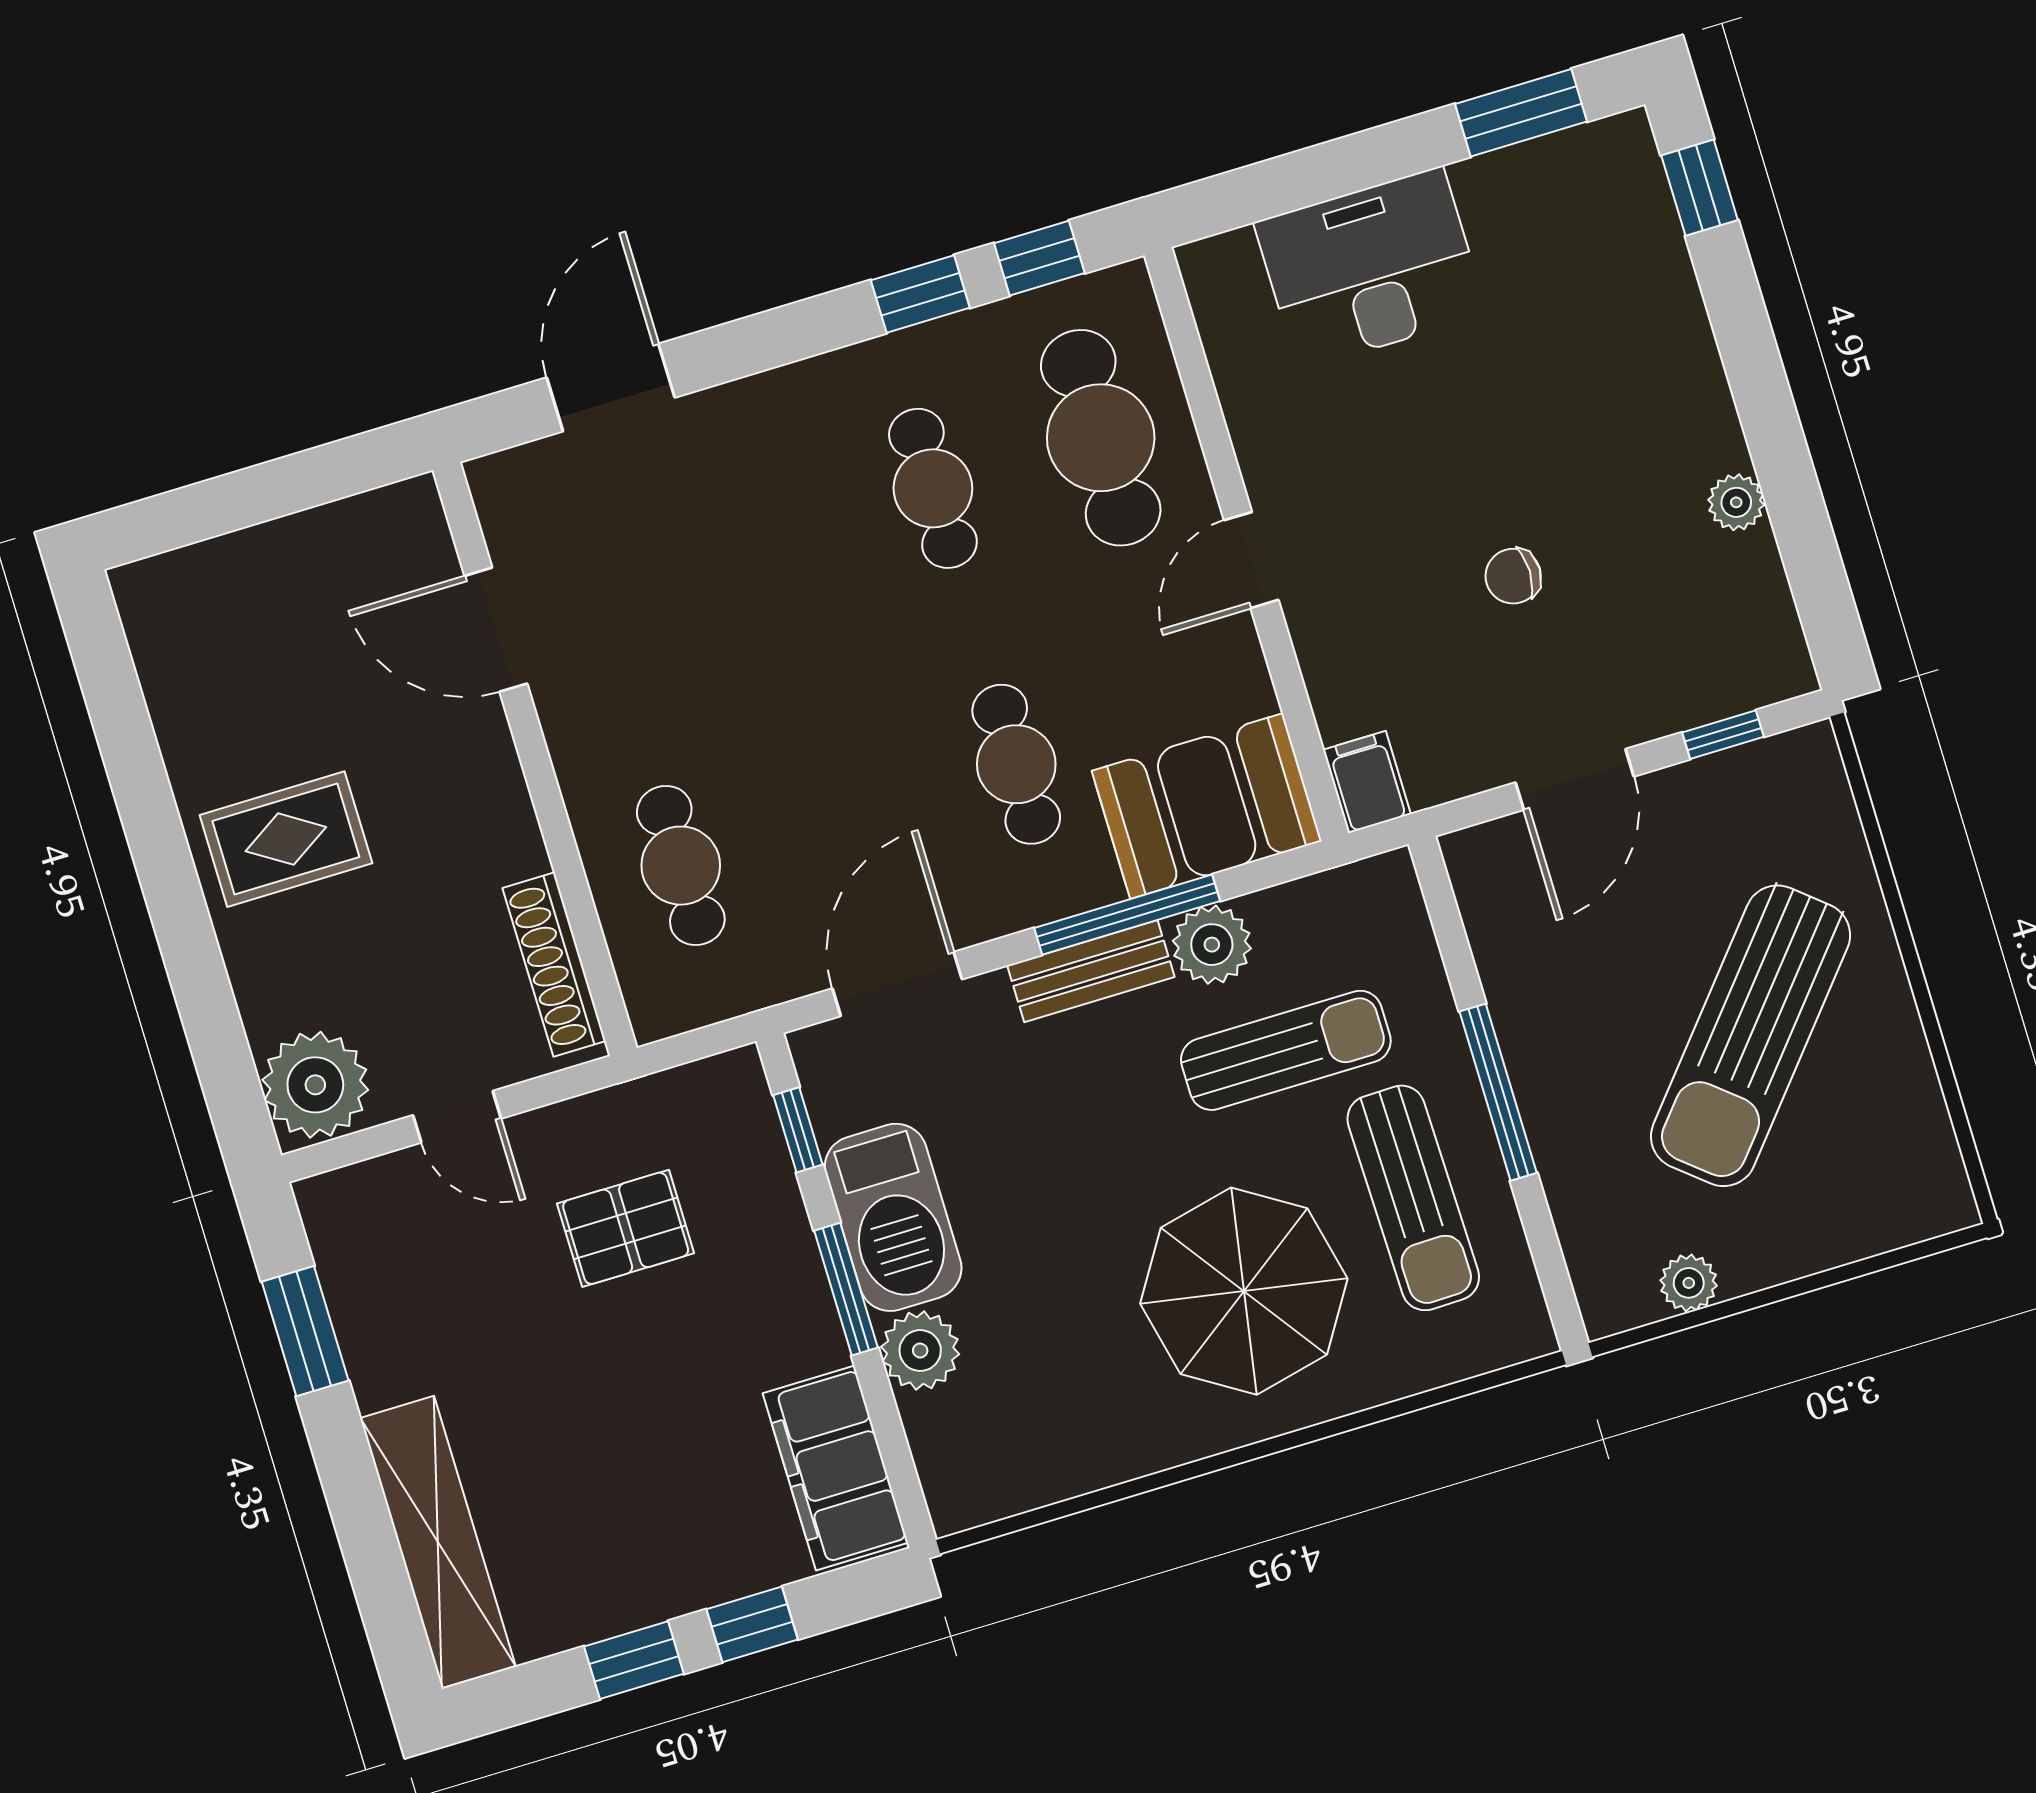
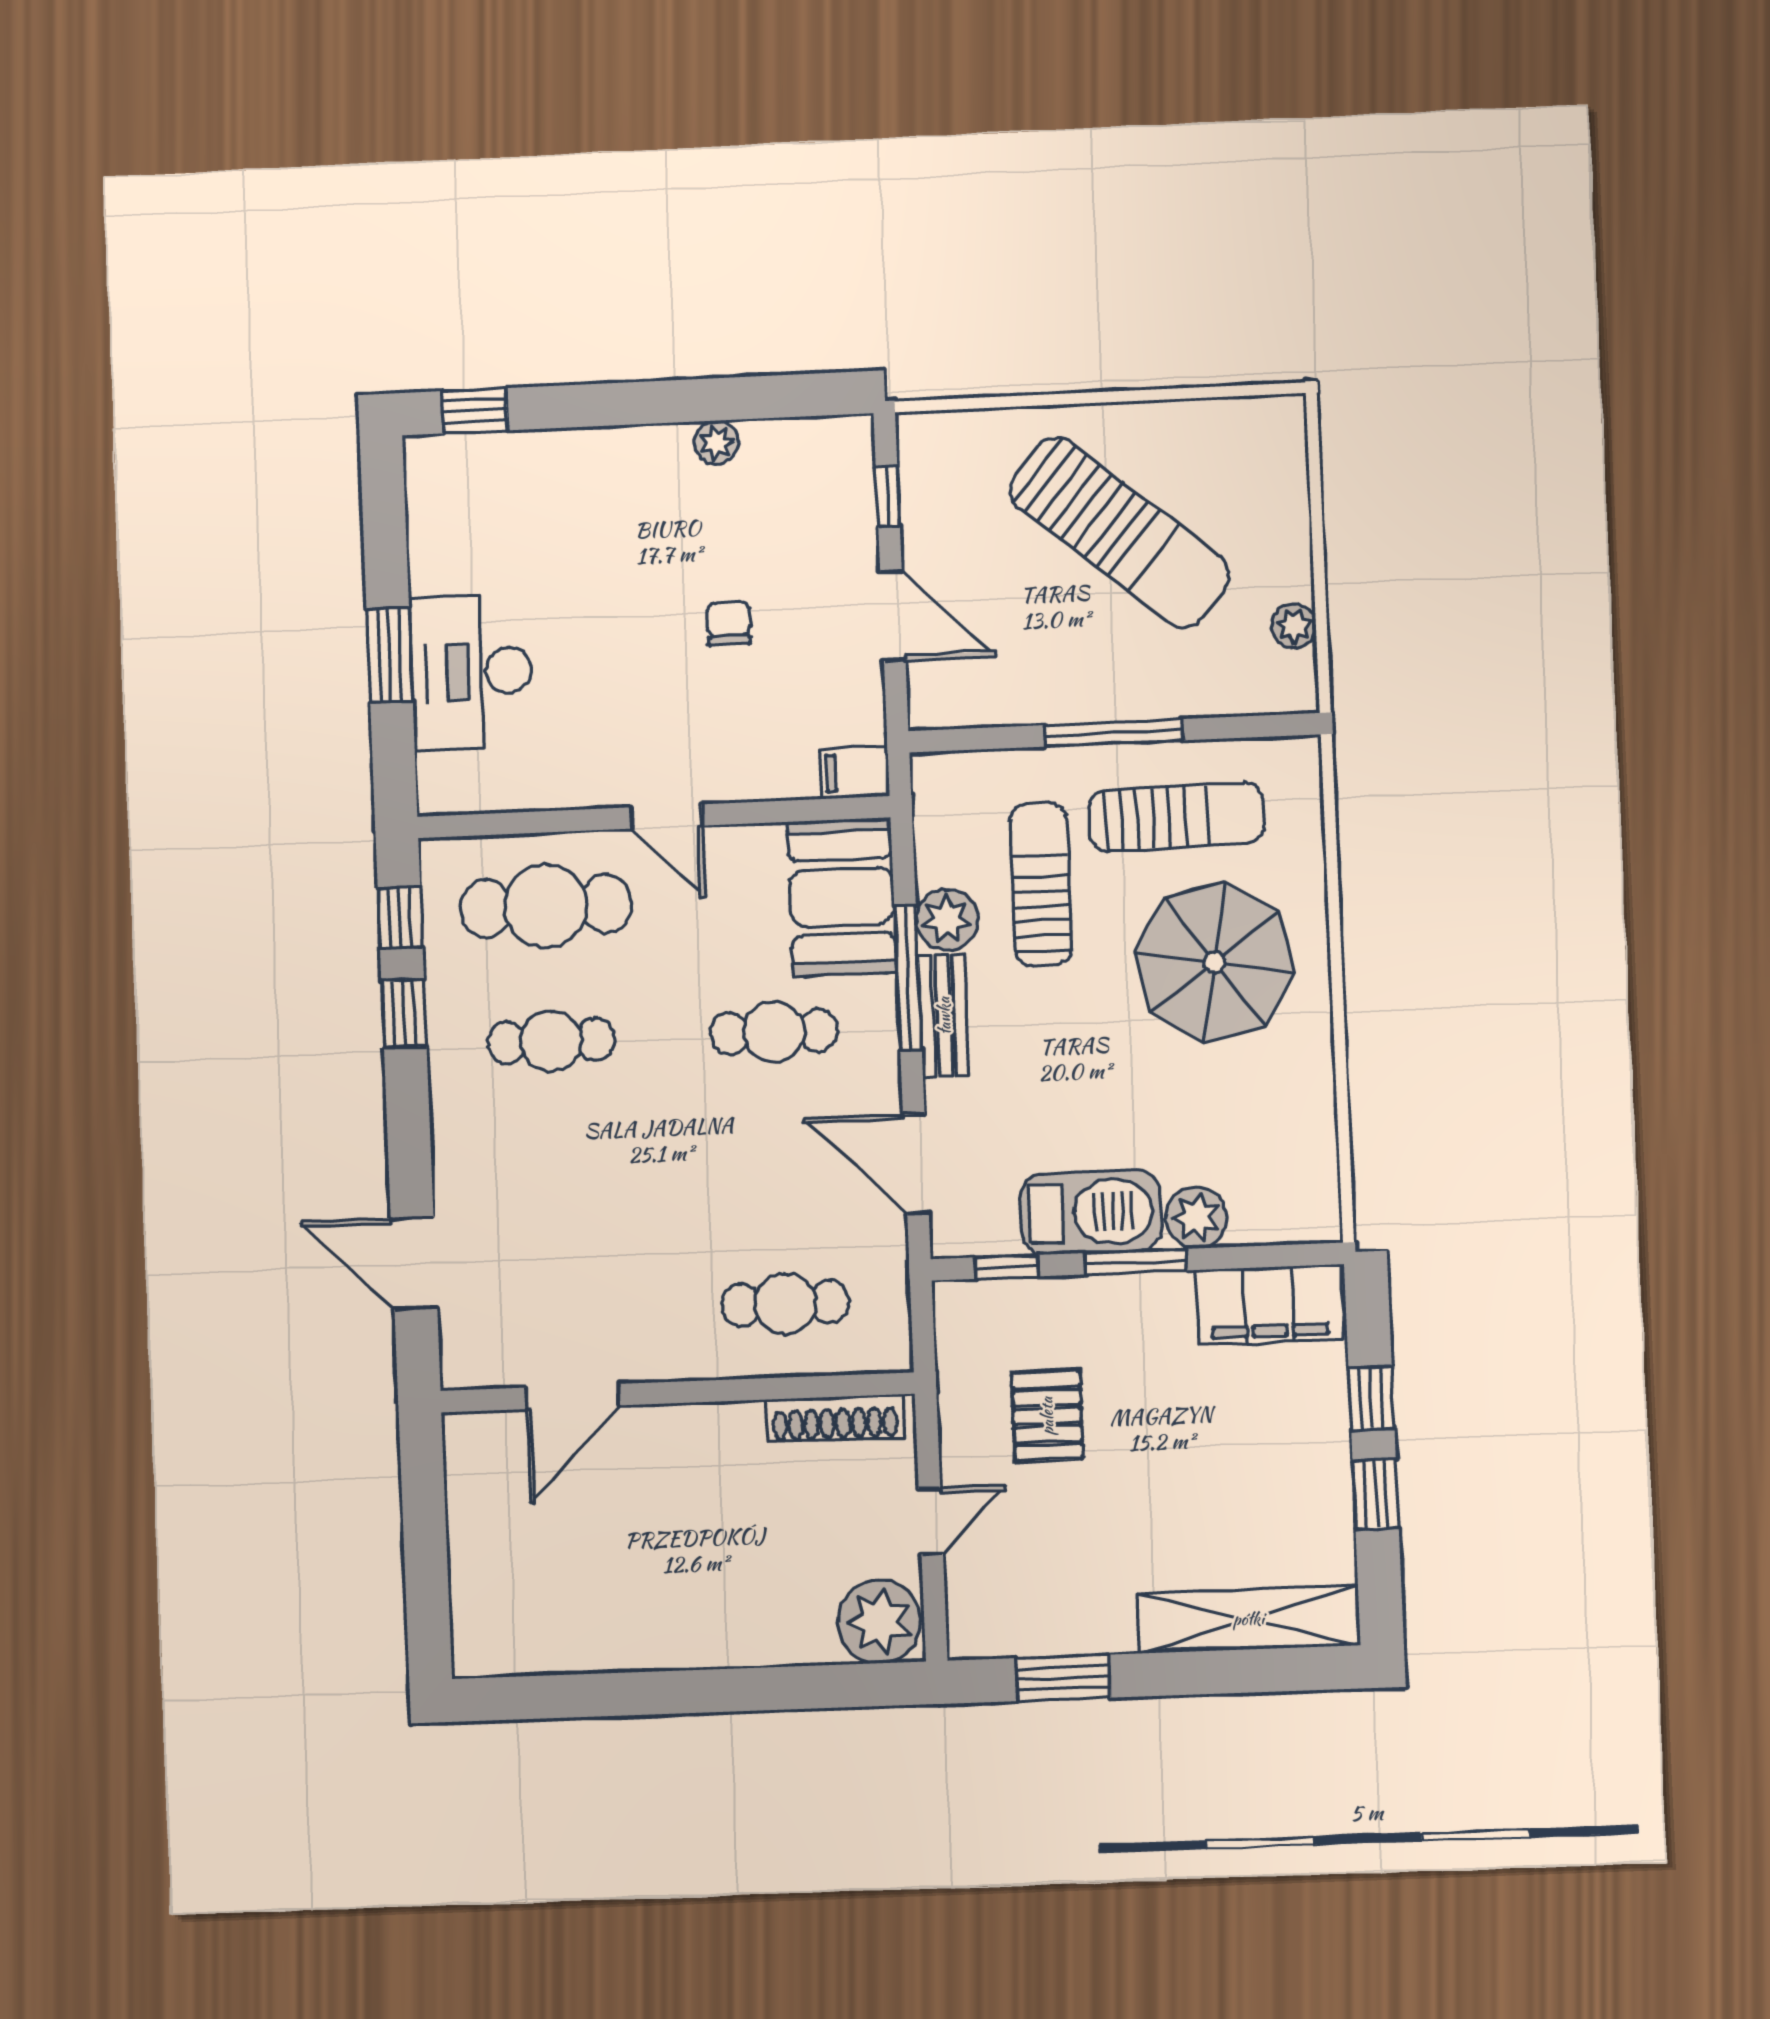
window: (1521, 113) -> (390, 655), moved
chair: (1513, 576) -> (729, 623), turned 180
rug: (286, 839) -> (689, 1595), removed

